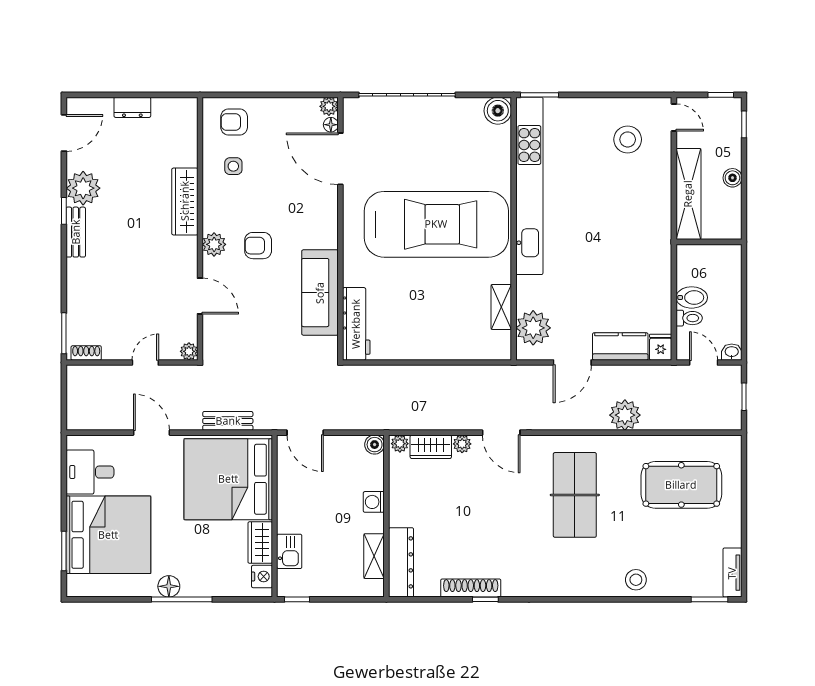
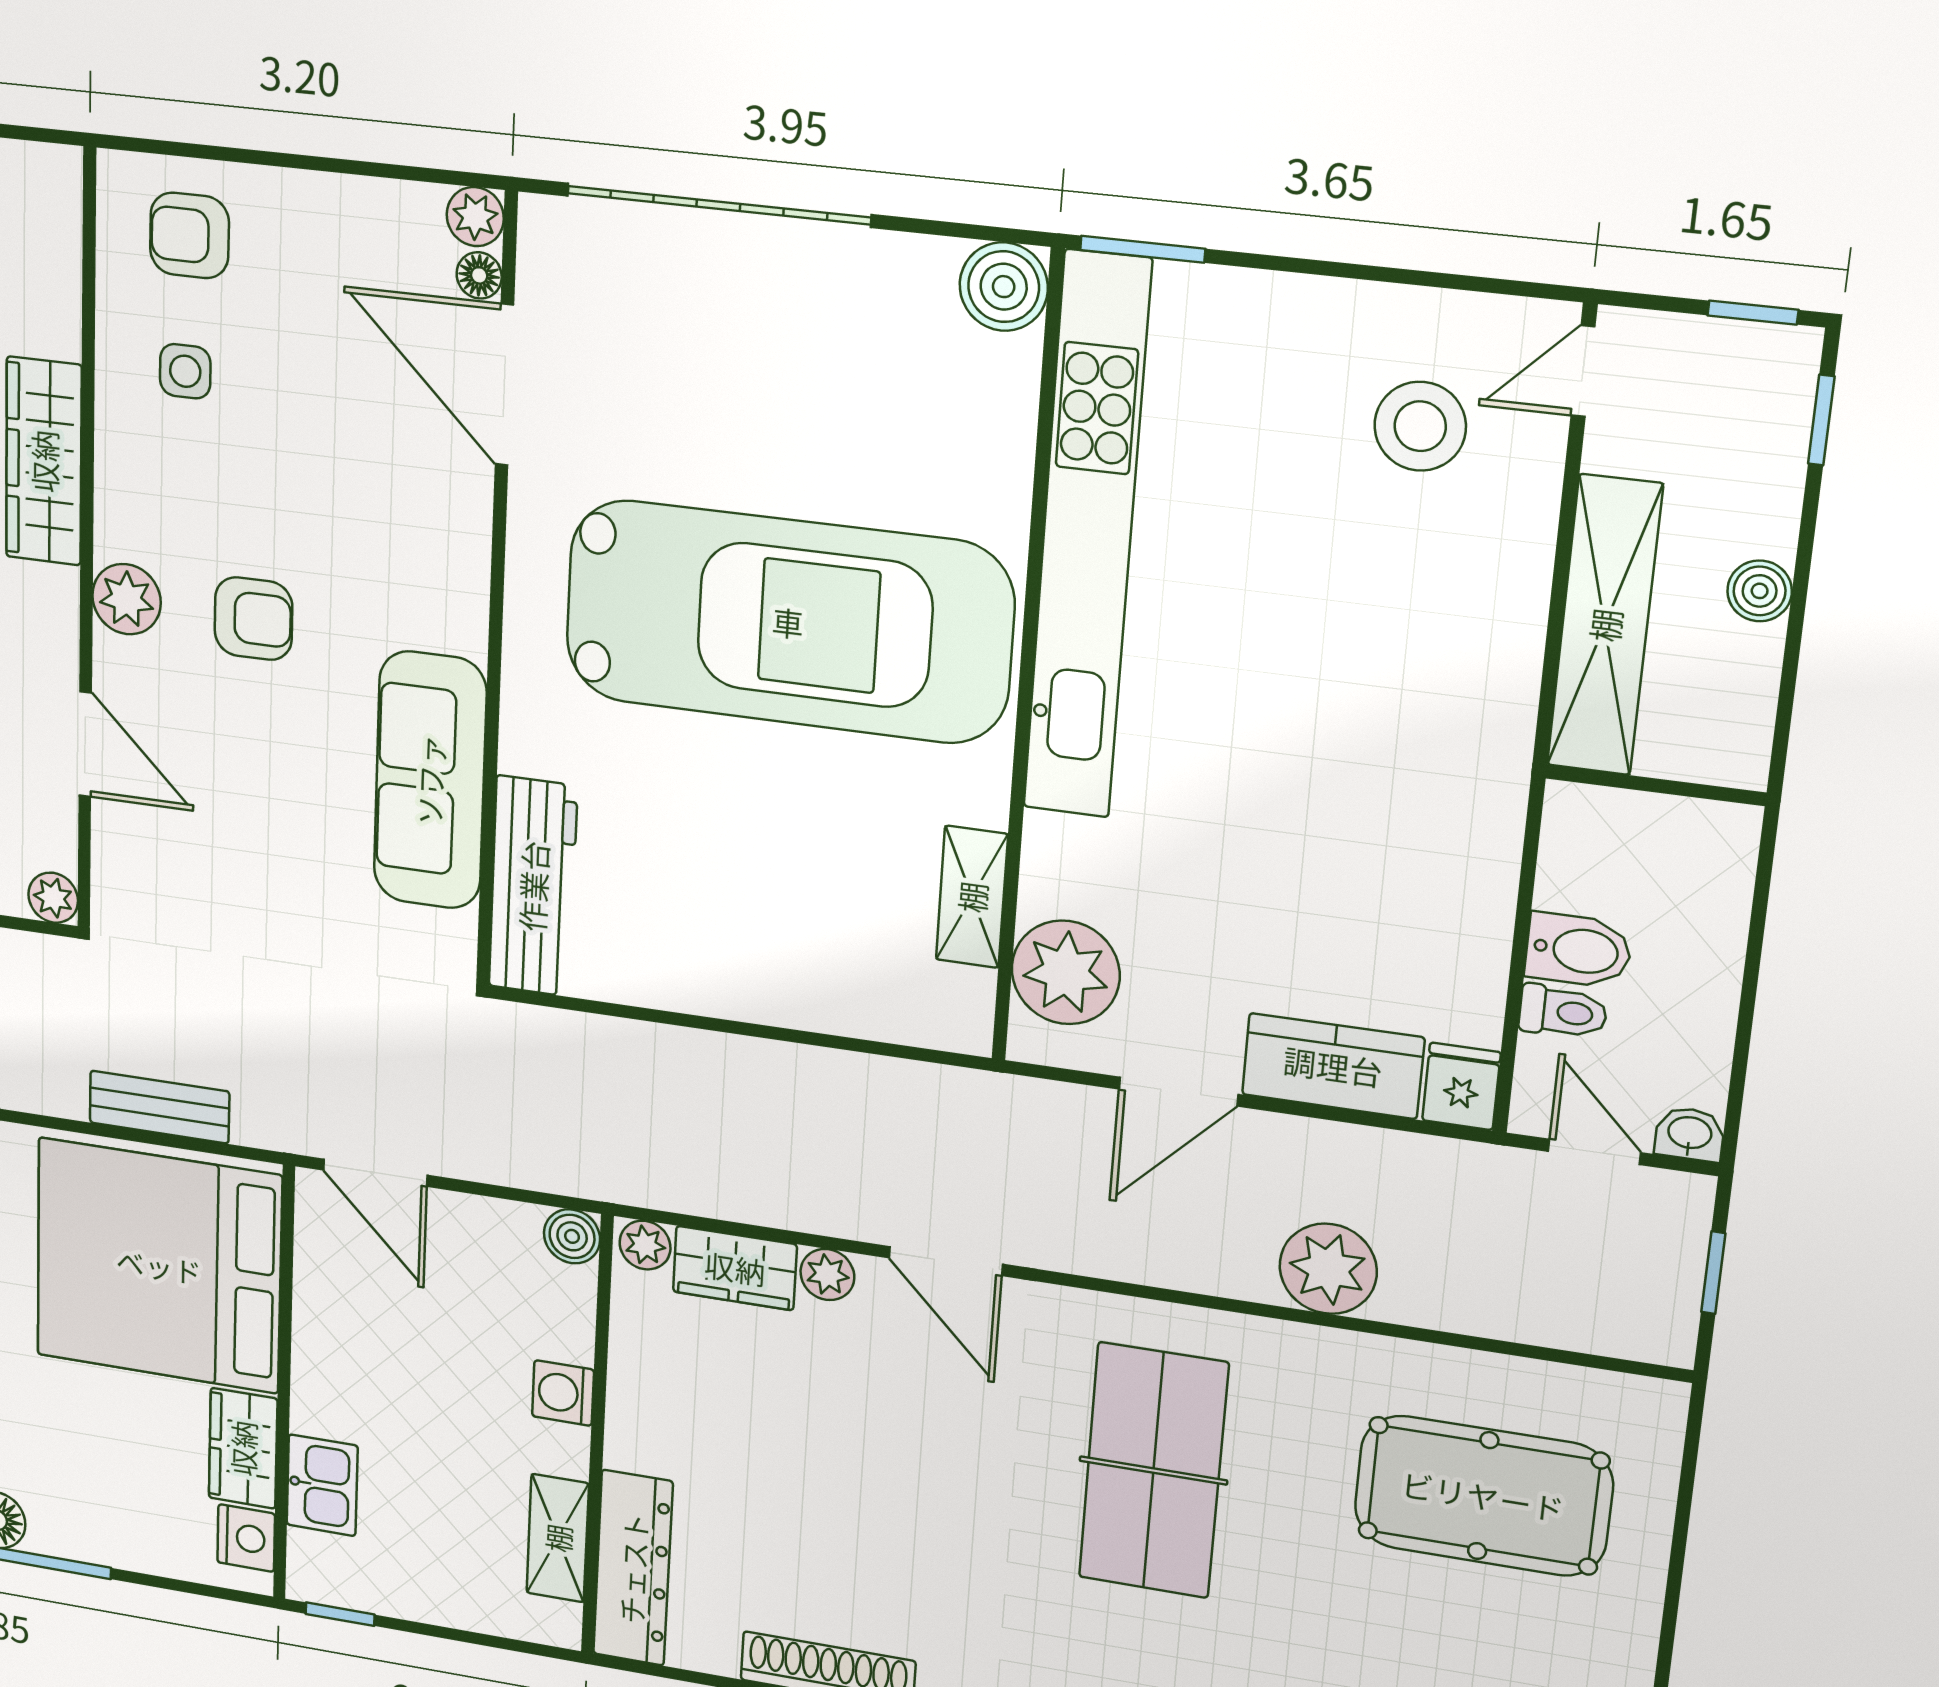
door: (674, 118) -> (1583, 371), swing flipped
armchair: (258, 246) -> (253, 619), turned 180

